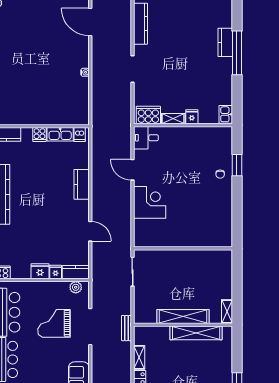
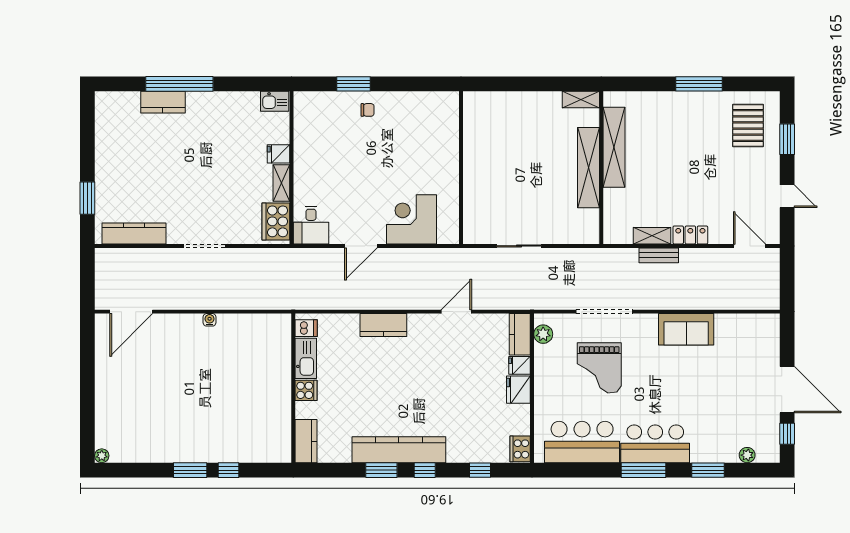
wall: (183, 248) -> (461, 168), moved
bench: (126, 328) -> (659, 255), moved

